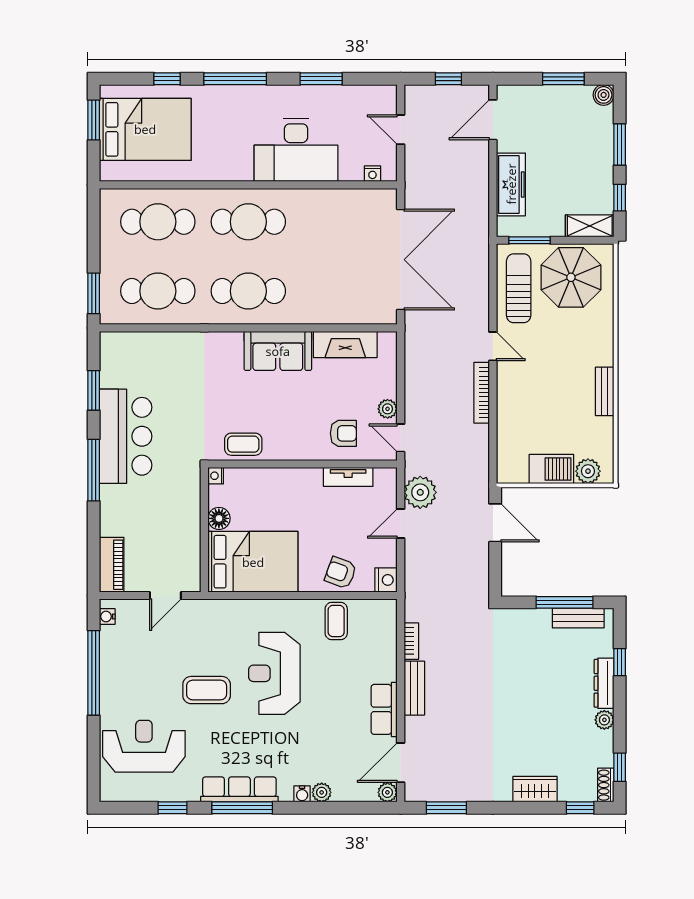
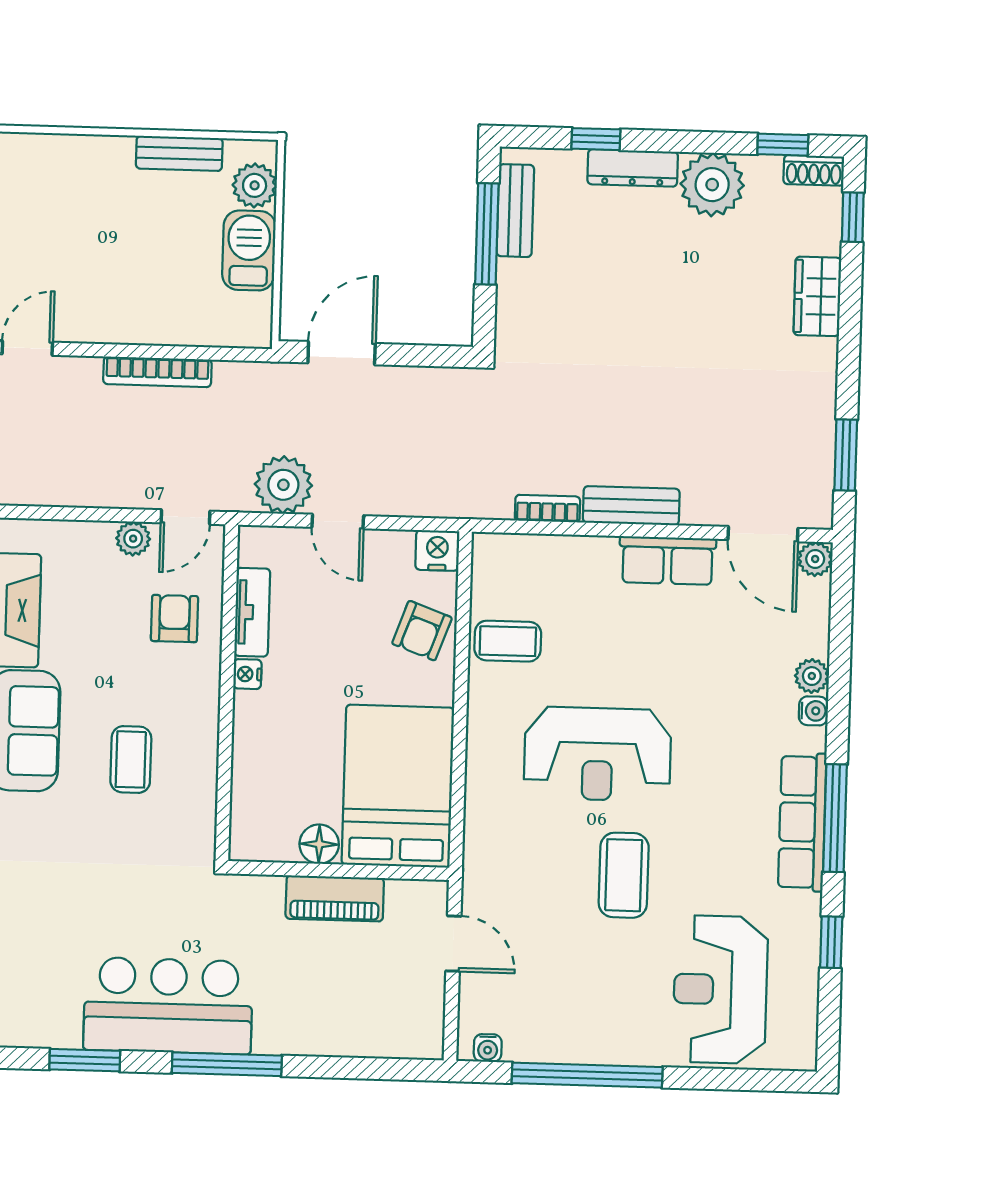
bench: (605, 391) -> (179, 153), moved
bookcase: (482, 393) -> (157, 372), moved
coffee table: (243, 444) -> (131, 759), moved
nightstand: (216, 476) -> (247, 674), moved, turned 90
piano: (112, 565) -> (335, 898), moved, turned 180
plant: (604, 720) -> (712, 185), width x1.88, depth x1.88

